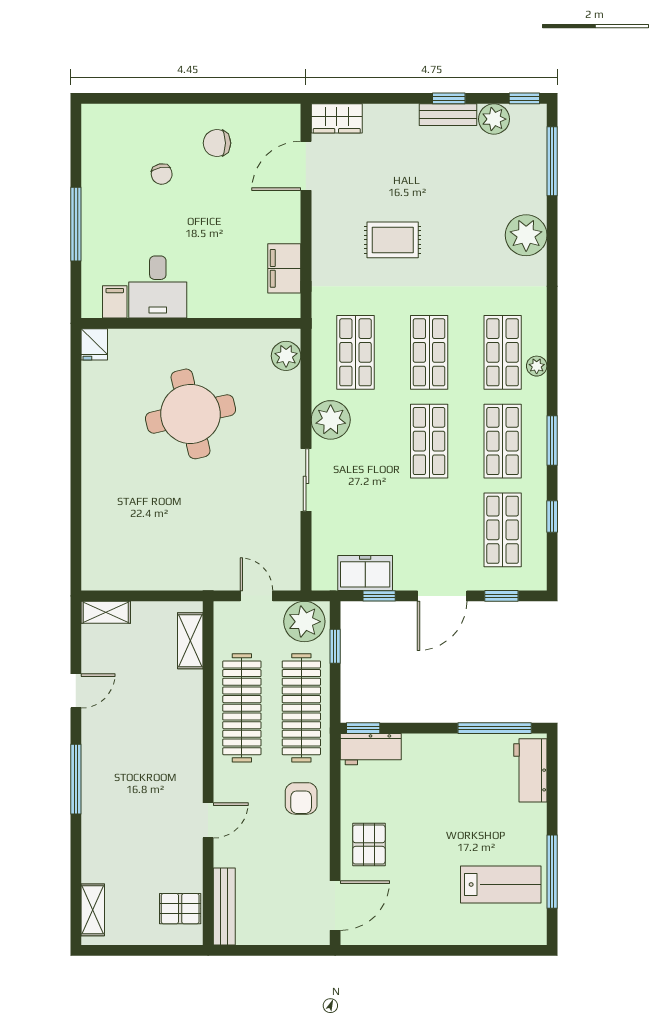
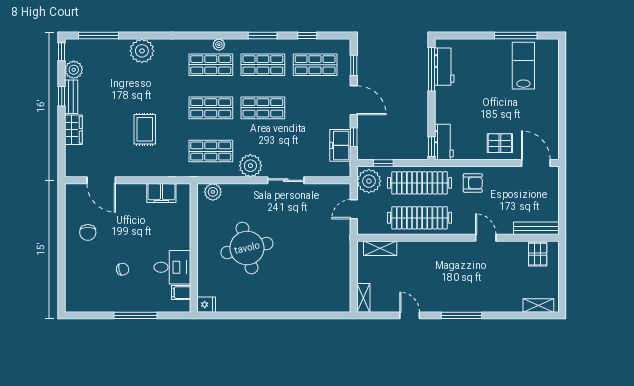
wardrobe: (337, 118) -> (73, 130), moved
chair: (162, 174) -> (123, 269), moved
workbench: (530, 770) -> (444, 67), moved, turned -90

